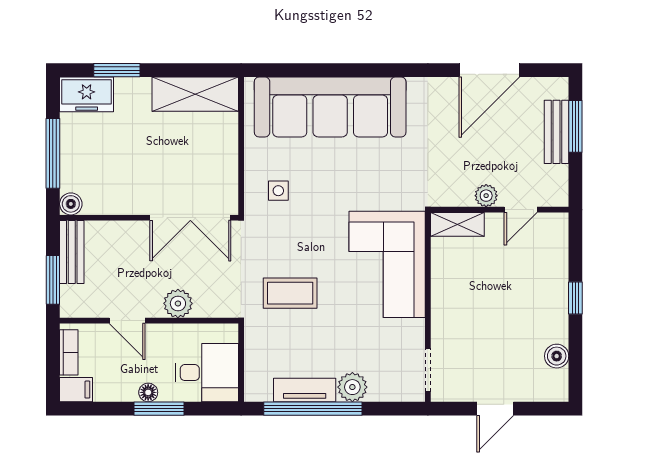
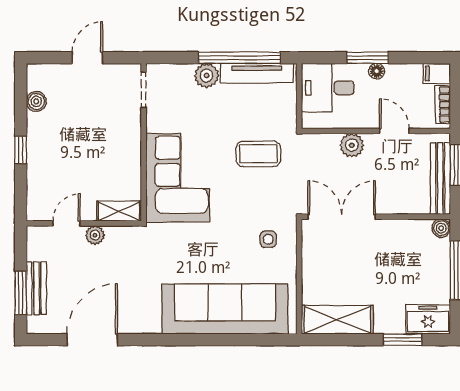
bench: (72, 252) -> (440, 179), width x1.36
tv unit: (305, 390) -> (257, 73), width x1.41

